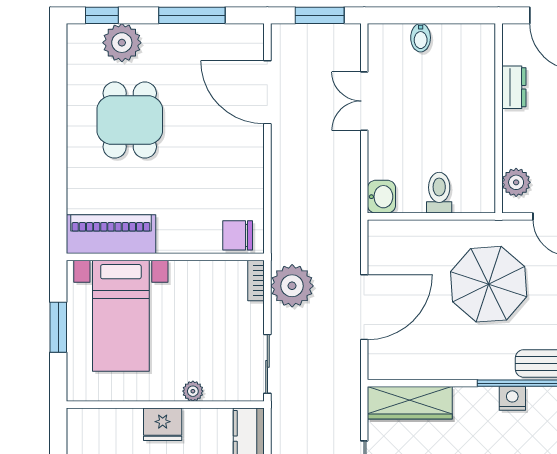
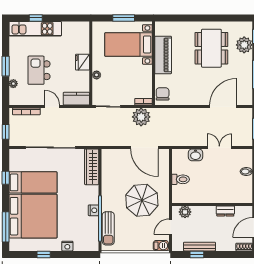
dining table: (130, 120) -> (211, 48), width x1.38
washbasin: (381, 197) -> (195, 155), moved
piano: (111, 234) -> (163, 55), moved
door: (364, 307) -> (144, 148), moved

